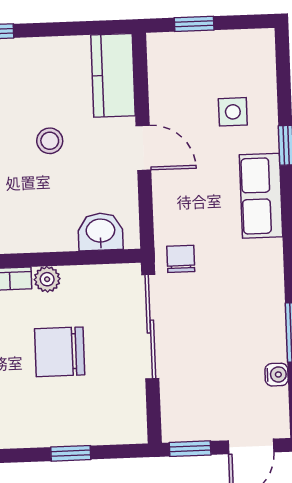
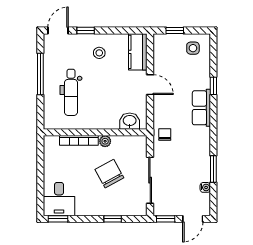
side table: (233, 112) -> (193, 48), moved
stool: (50, 141) -> (99, 53), moved
sliding door: (150, 327) -> (150, 180), moved
chair: (60, 352) -> (109, 174), turned 61

